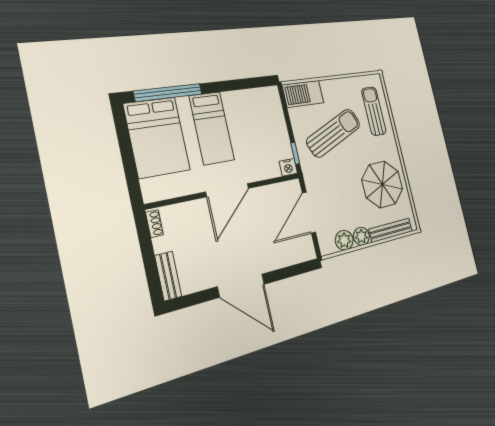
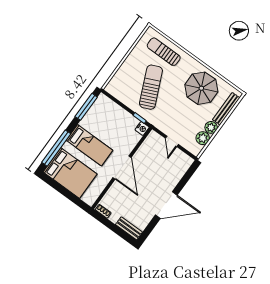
window: (247, 84) -> (86, 107), added
barbecue: (303, 94) -> (118, 83), removed
door: (309, 213) -> (172, 141), width x0.53

